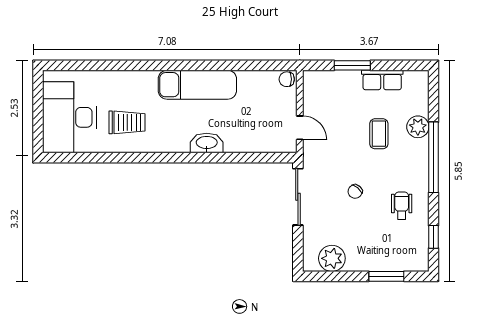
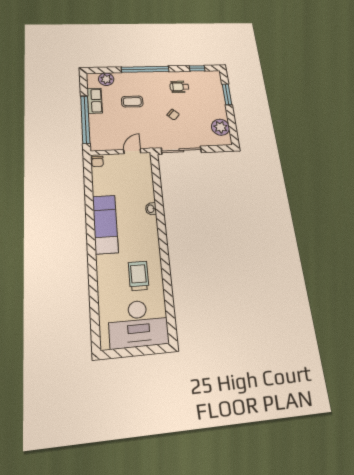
window: (352, 65) -> (85, 119), width x2.11
plant: (418, 127) -> (106, 79), moved
washbasin: (207, 143) -> (151, 209), width x0.52, depth x0.69

